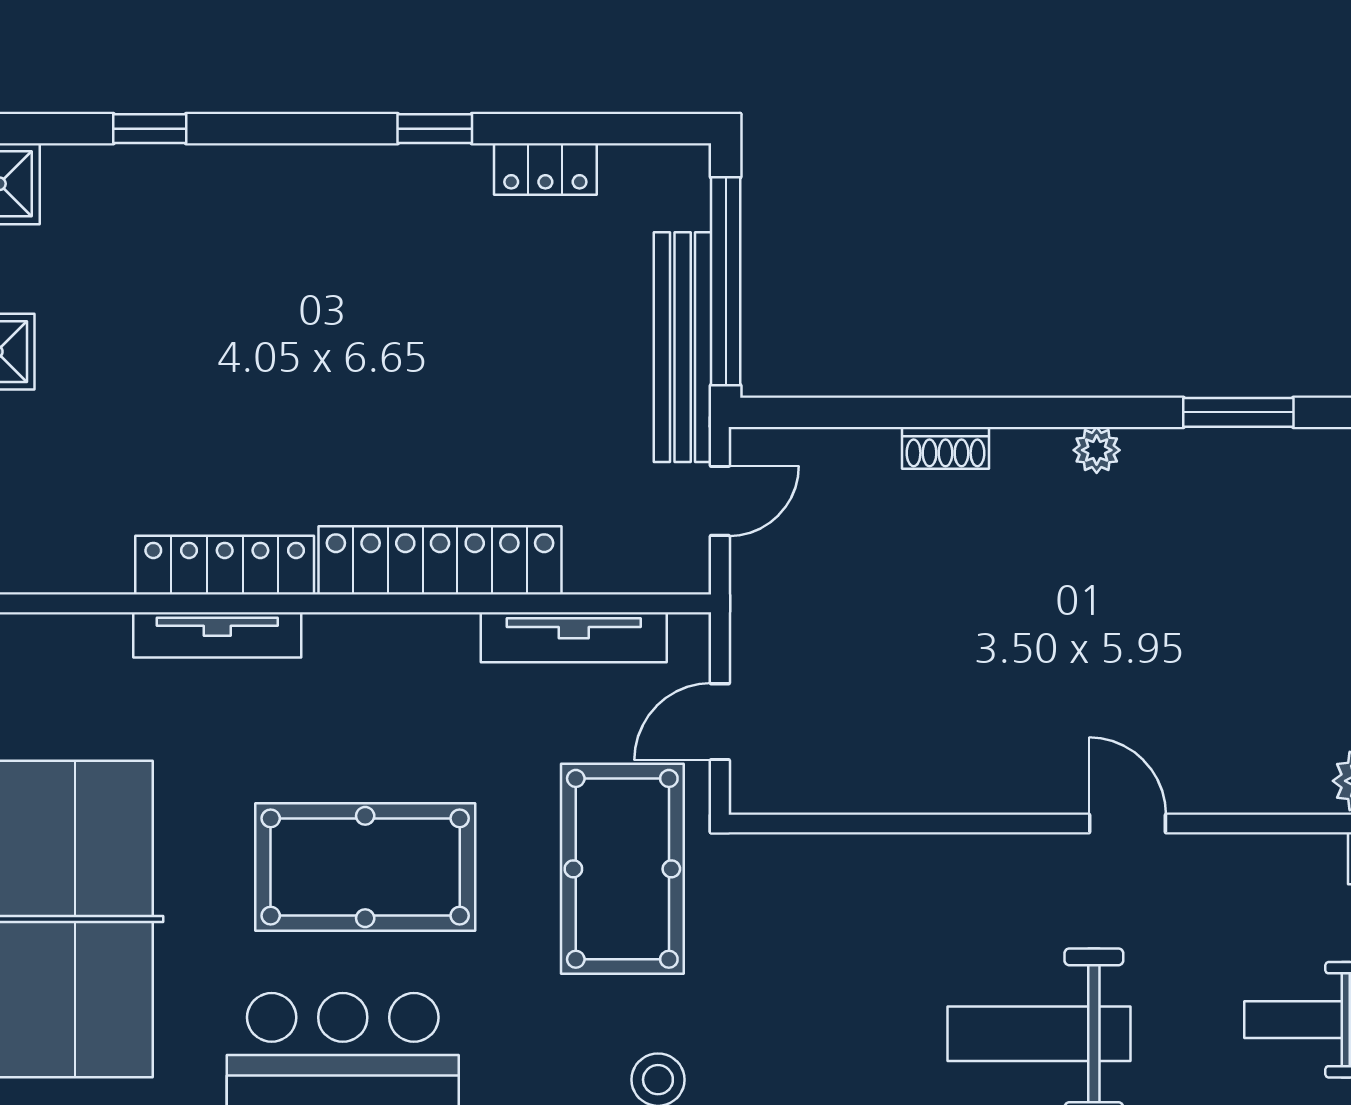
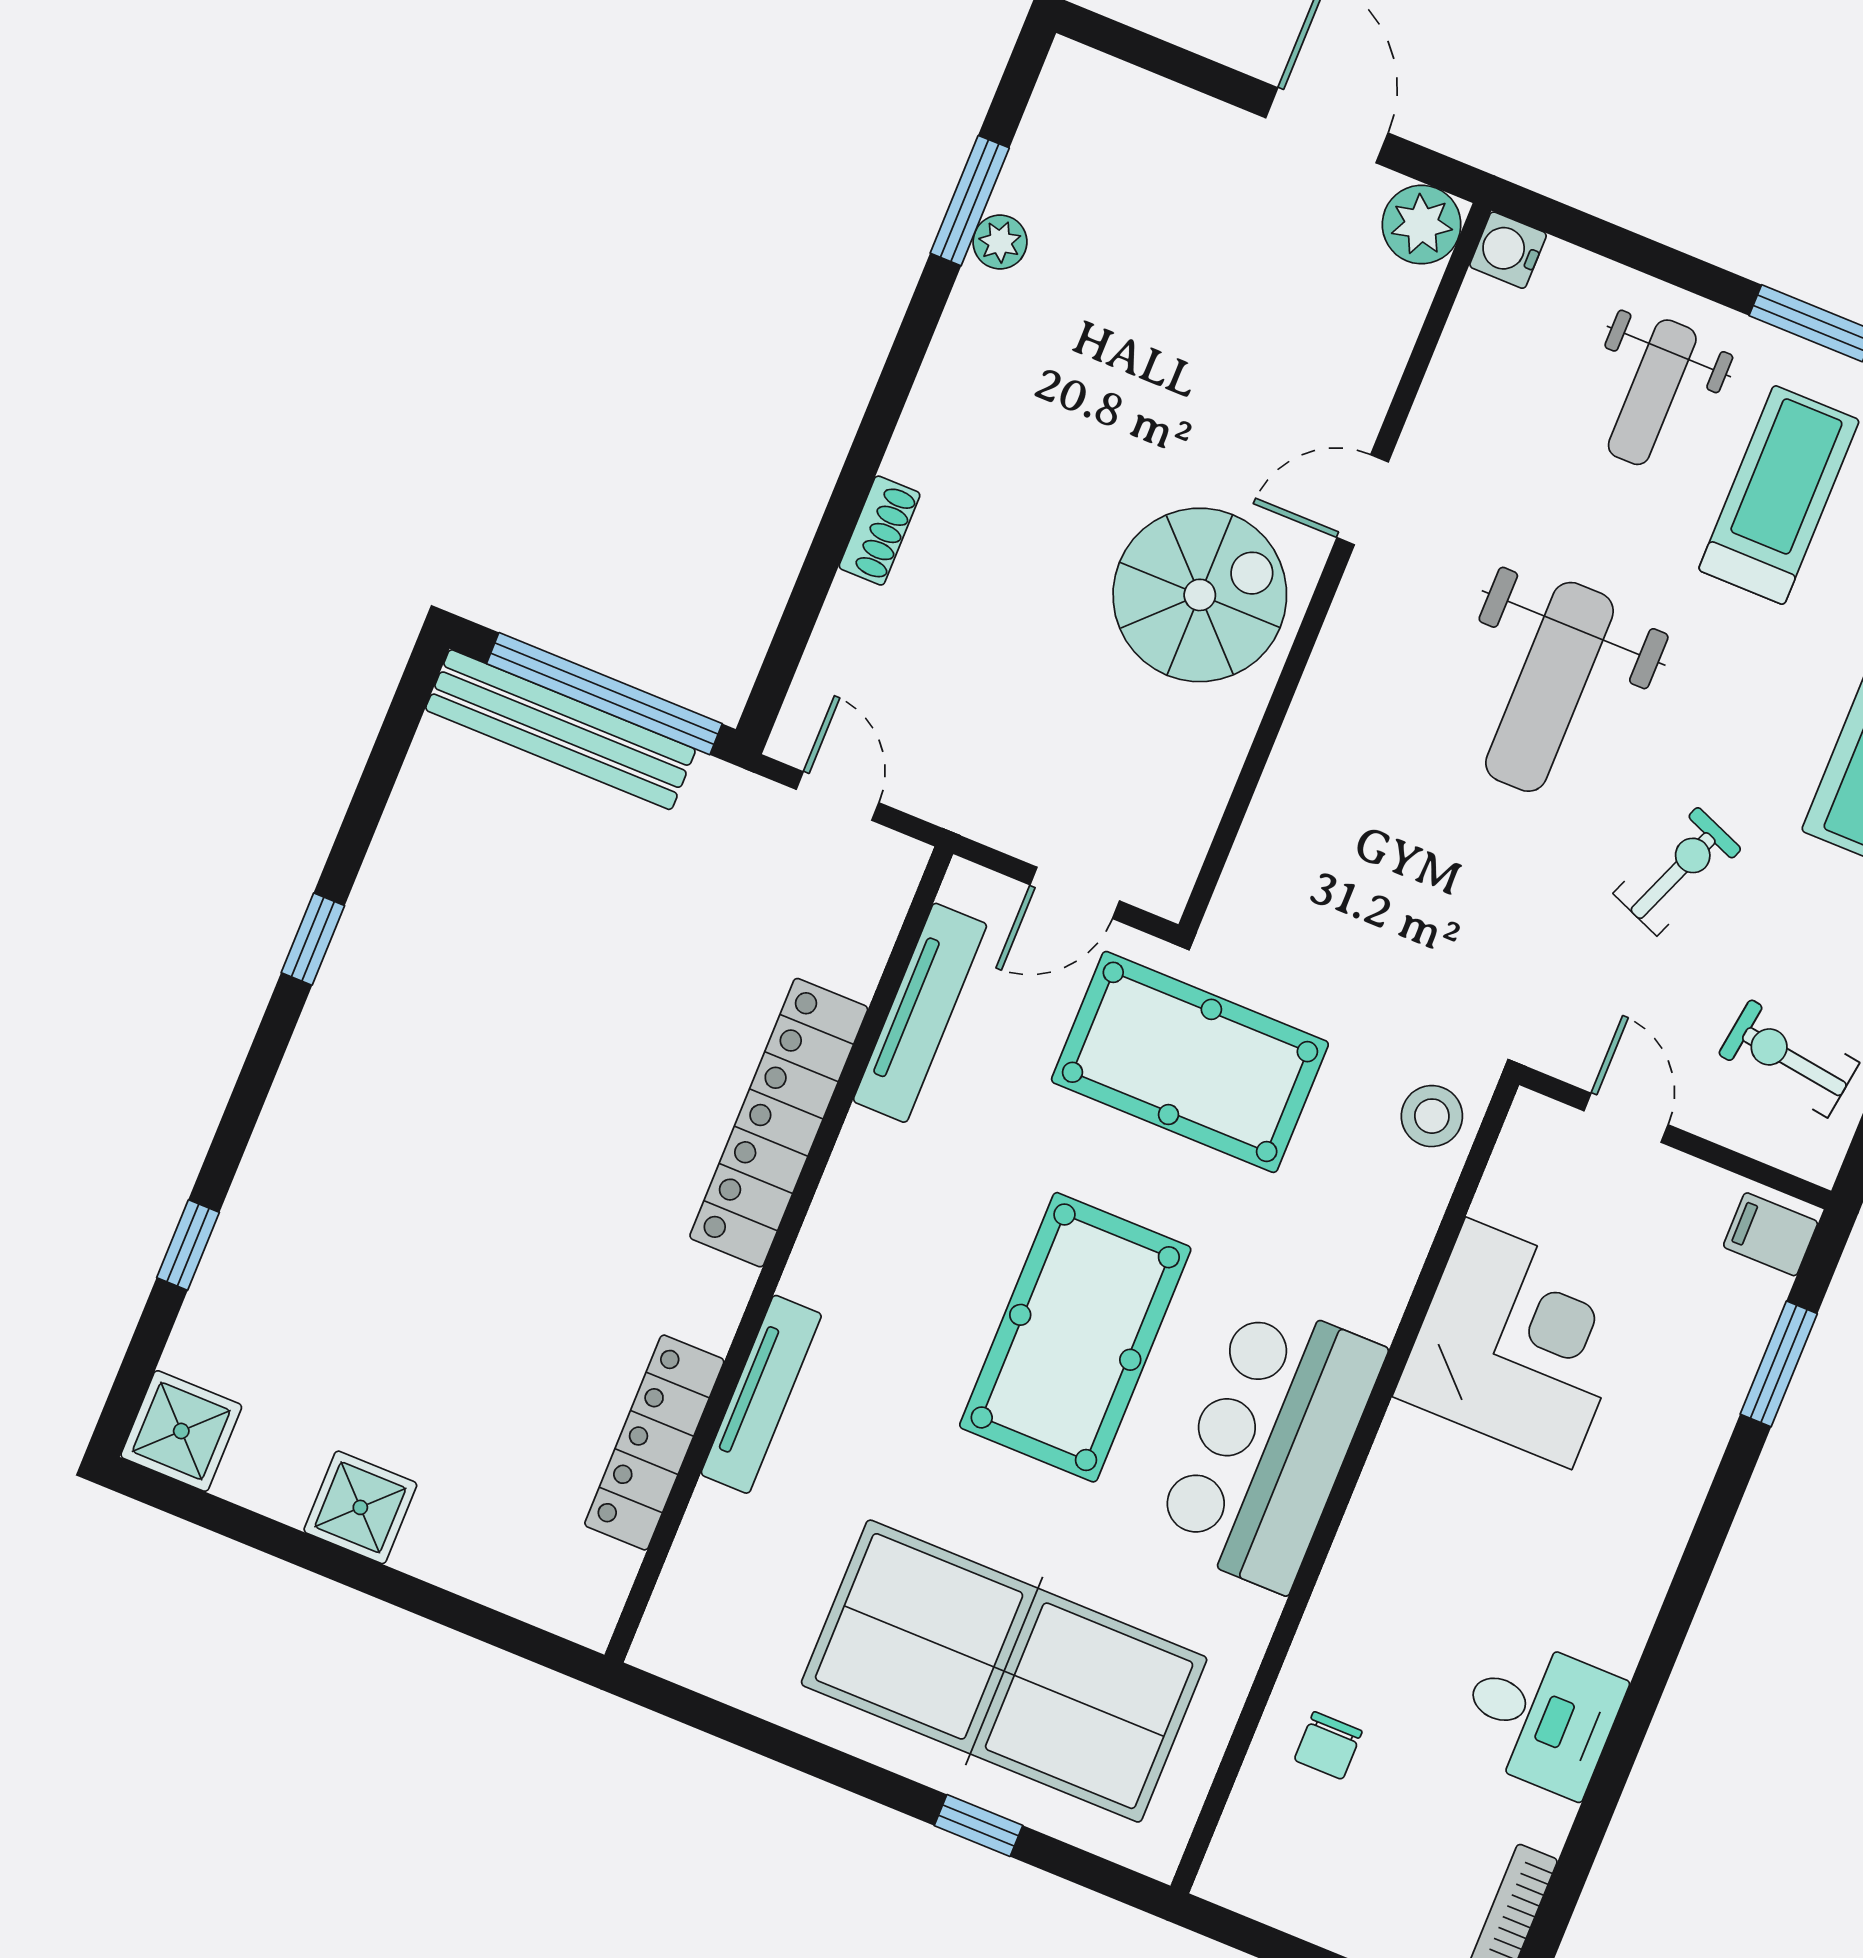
locker: (545, 169) -> (405, 838), removed
bench: (683, 347) -> (560, 730), moved
plant: (1097, 450) -> (1000, 242), moved
locker: (225, 565) -> (654, 1443), moved
door: (720, 722) -> (1075, 893), hinge flipped
spiral stairs: (998, 725) -> (1200, 595), added

